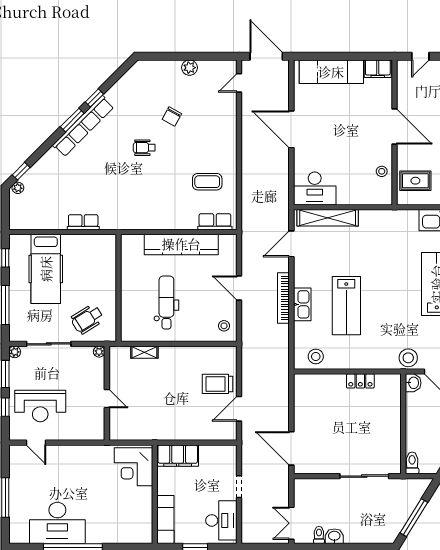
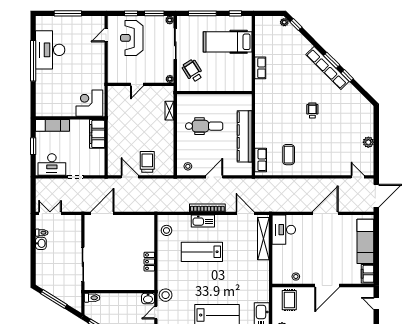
chair: (172, 117) -> (334, 130), removed

